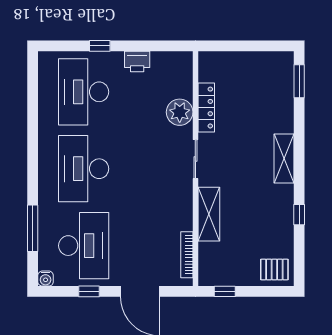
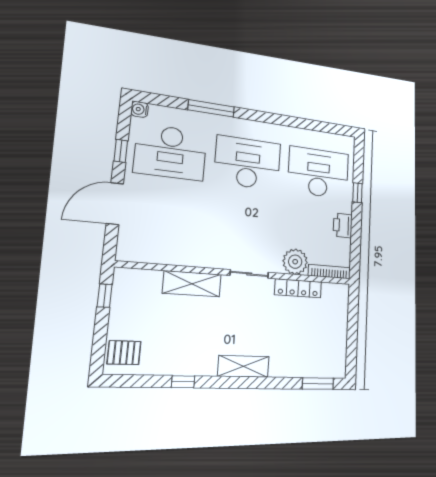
window: (33, 228) -> (211, 108), moved
bookcase: (187, 255) -> (329, 272), moved
pallet: (274, 269) -> (124, 353), turned 90

